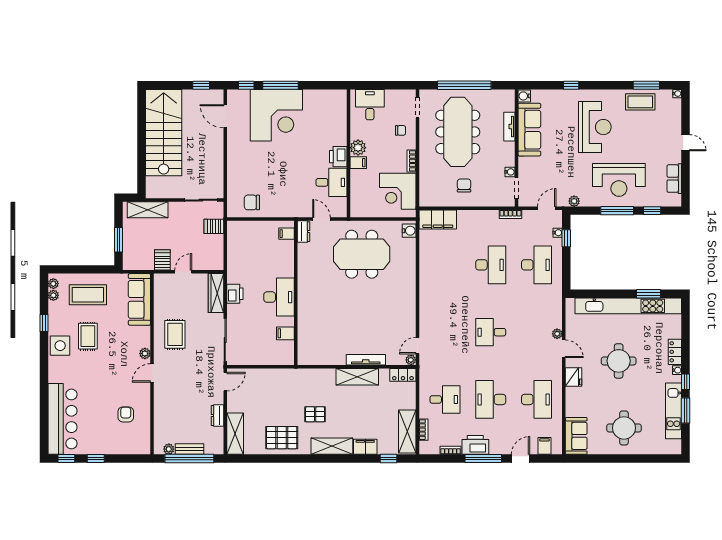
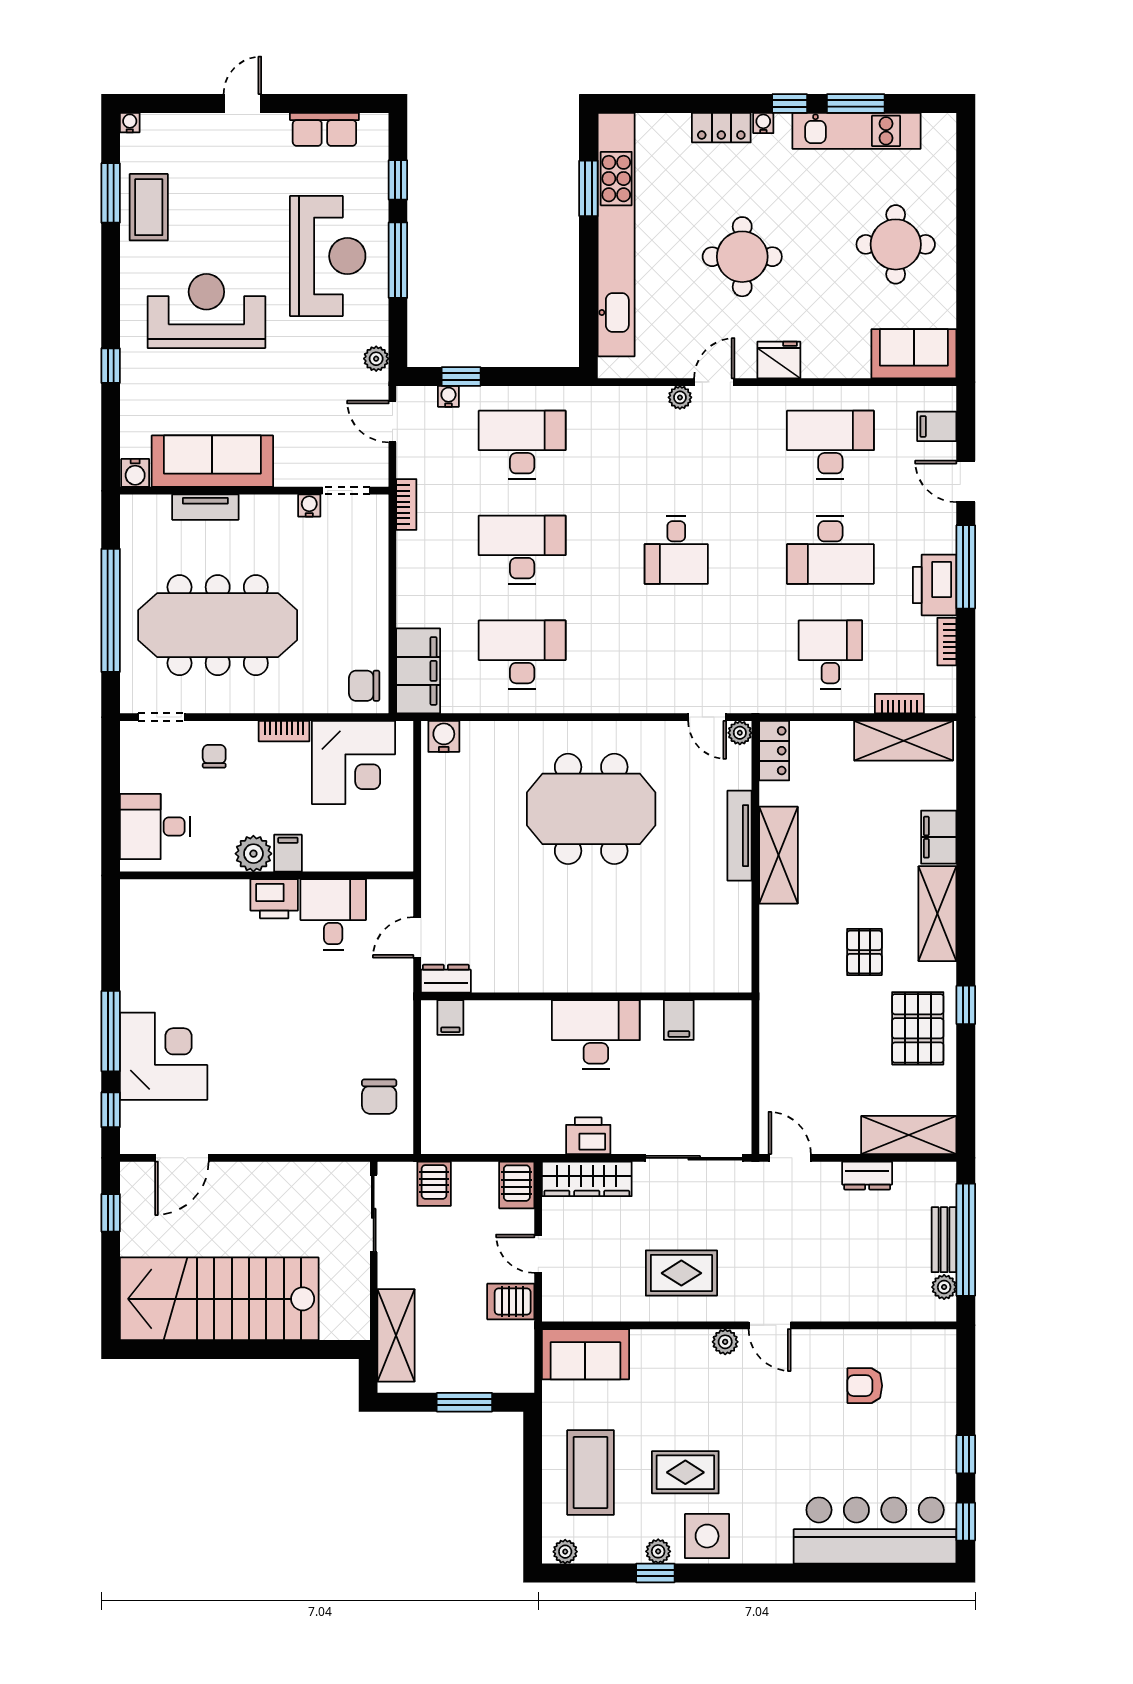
corner desk: (276, 115) -> (164, 1056), width x0.74, depth x0.74
chair: (464, 185) -> (364, 686), moved
meeting table: (362, 254) -> (591, 809), moved, turned 90
server rack: (213, 263) -> (517, 1185), added
desk: (445, 265) -> (522, 655), added
plant: (53, 295) -> (658, 1551), moved
sofa: (139, 299) -> (585, 1354), width x0.73
window: (389, 459) -> (966, 1005), moved

